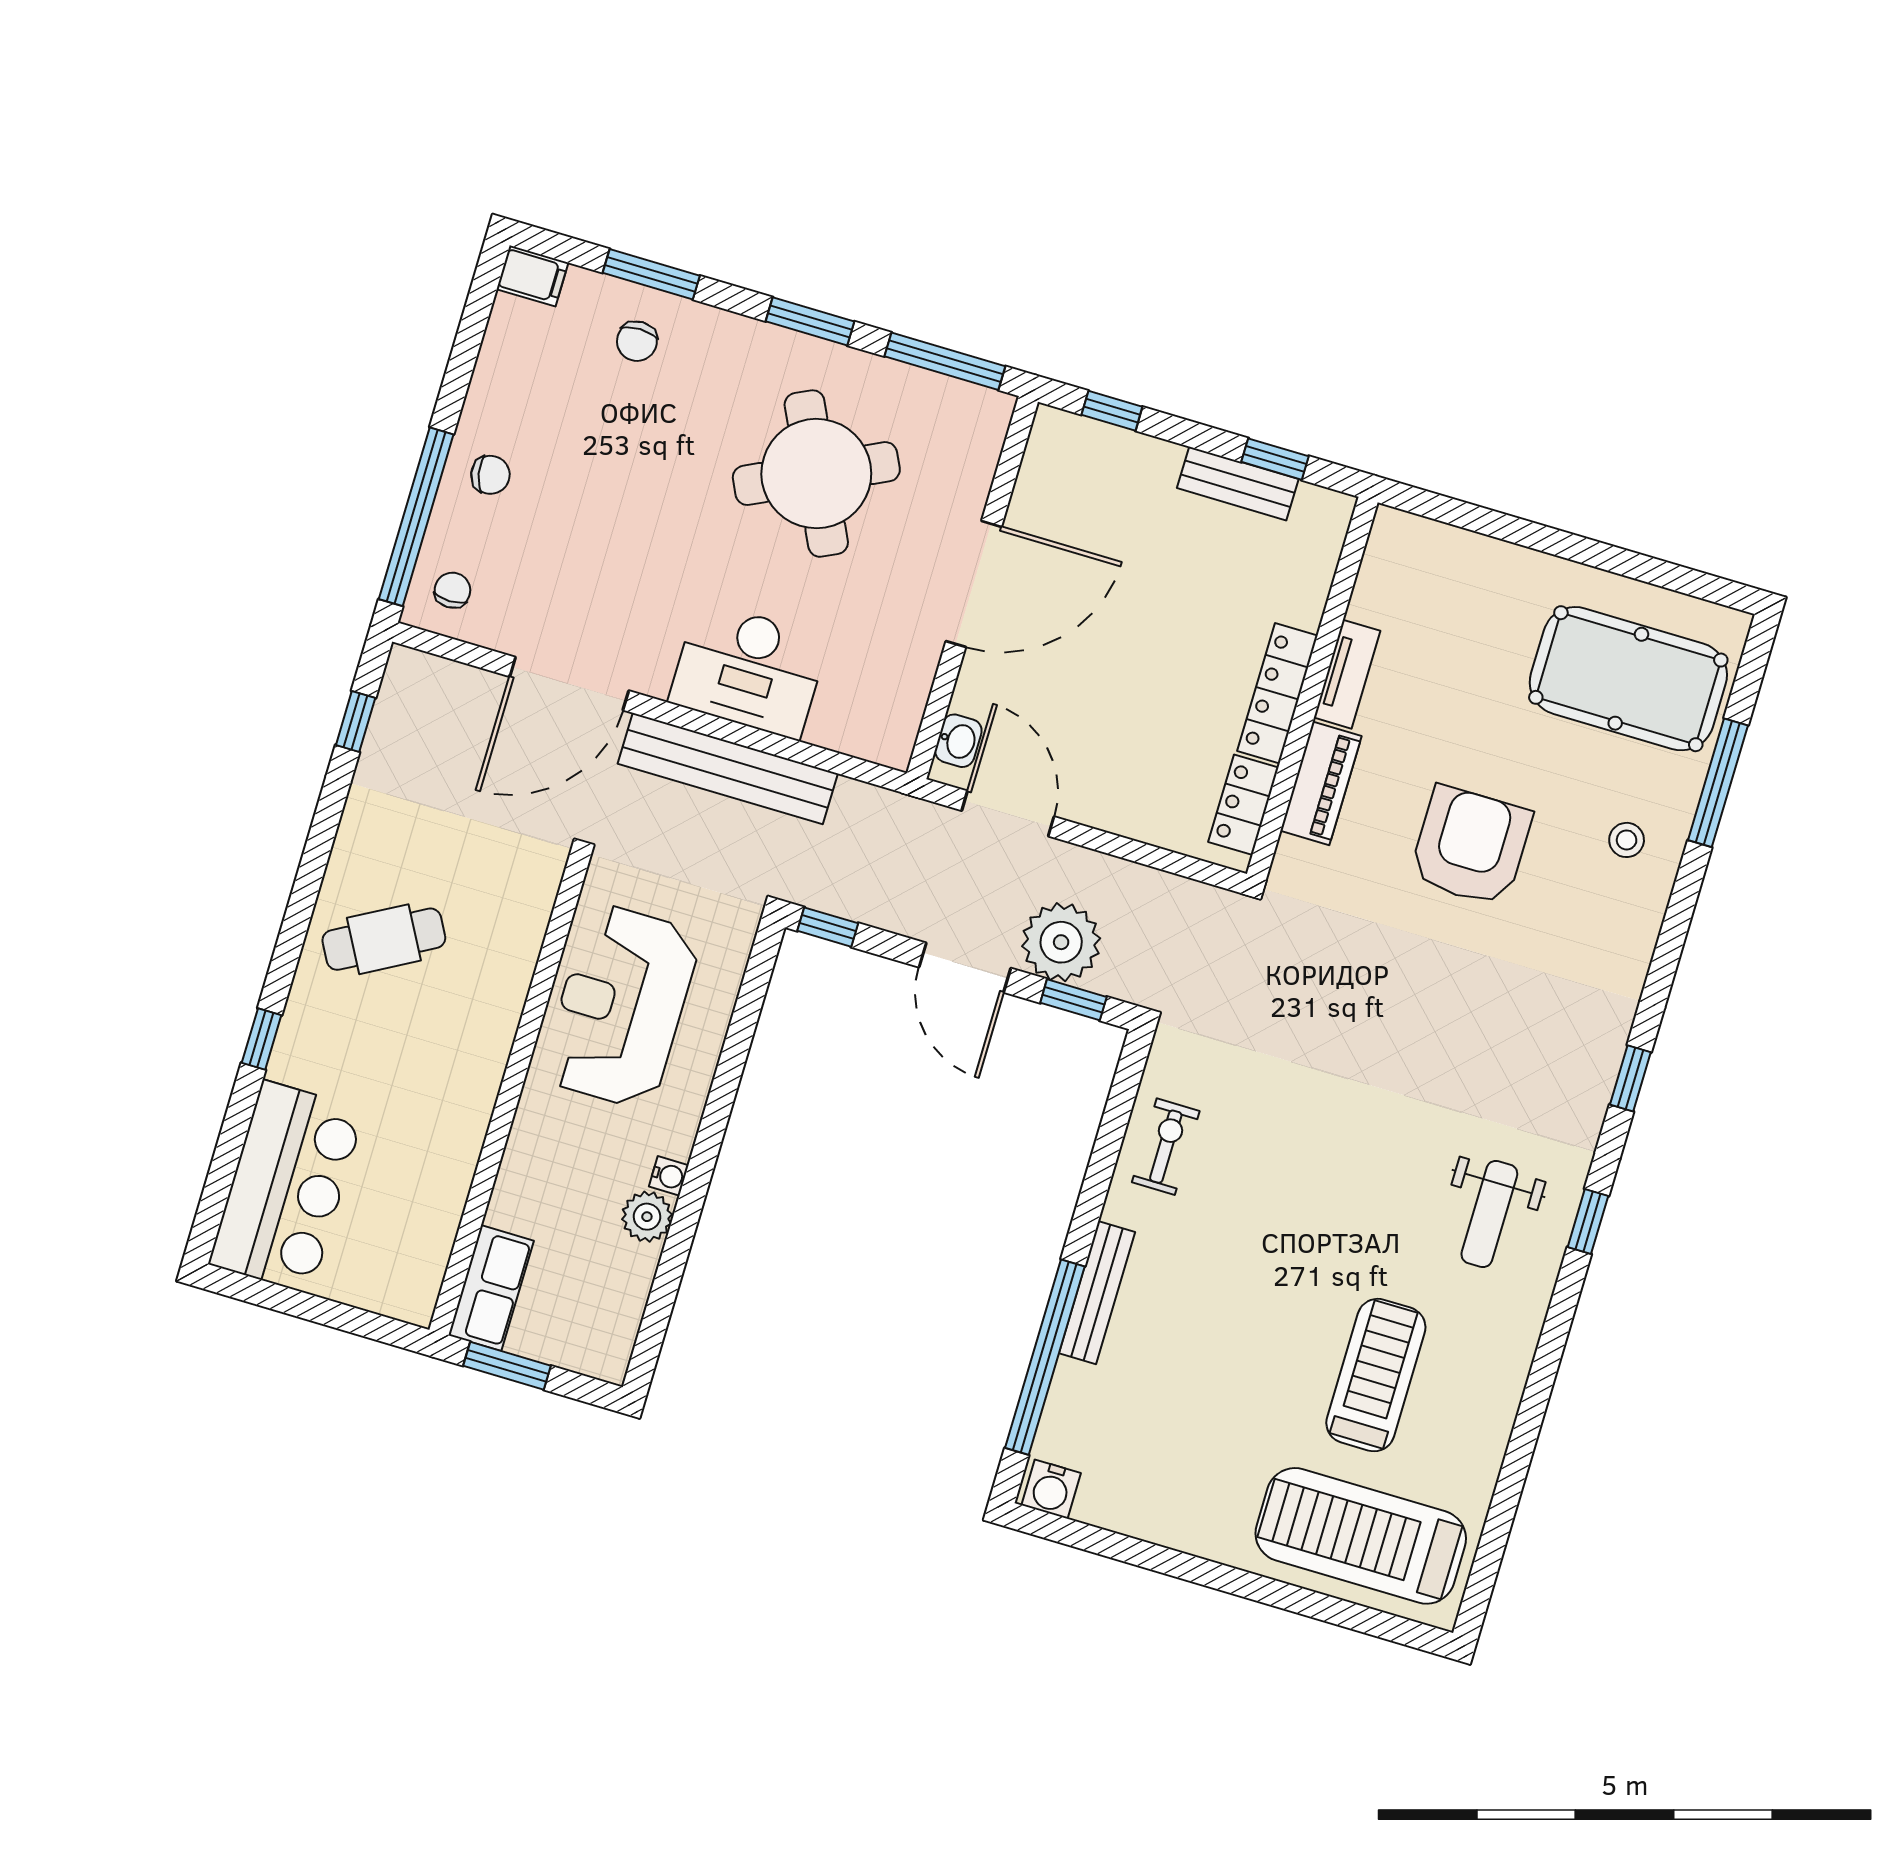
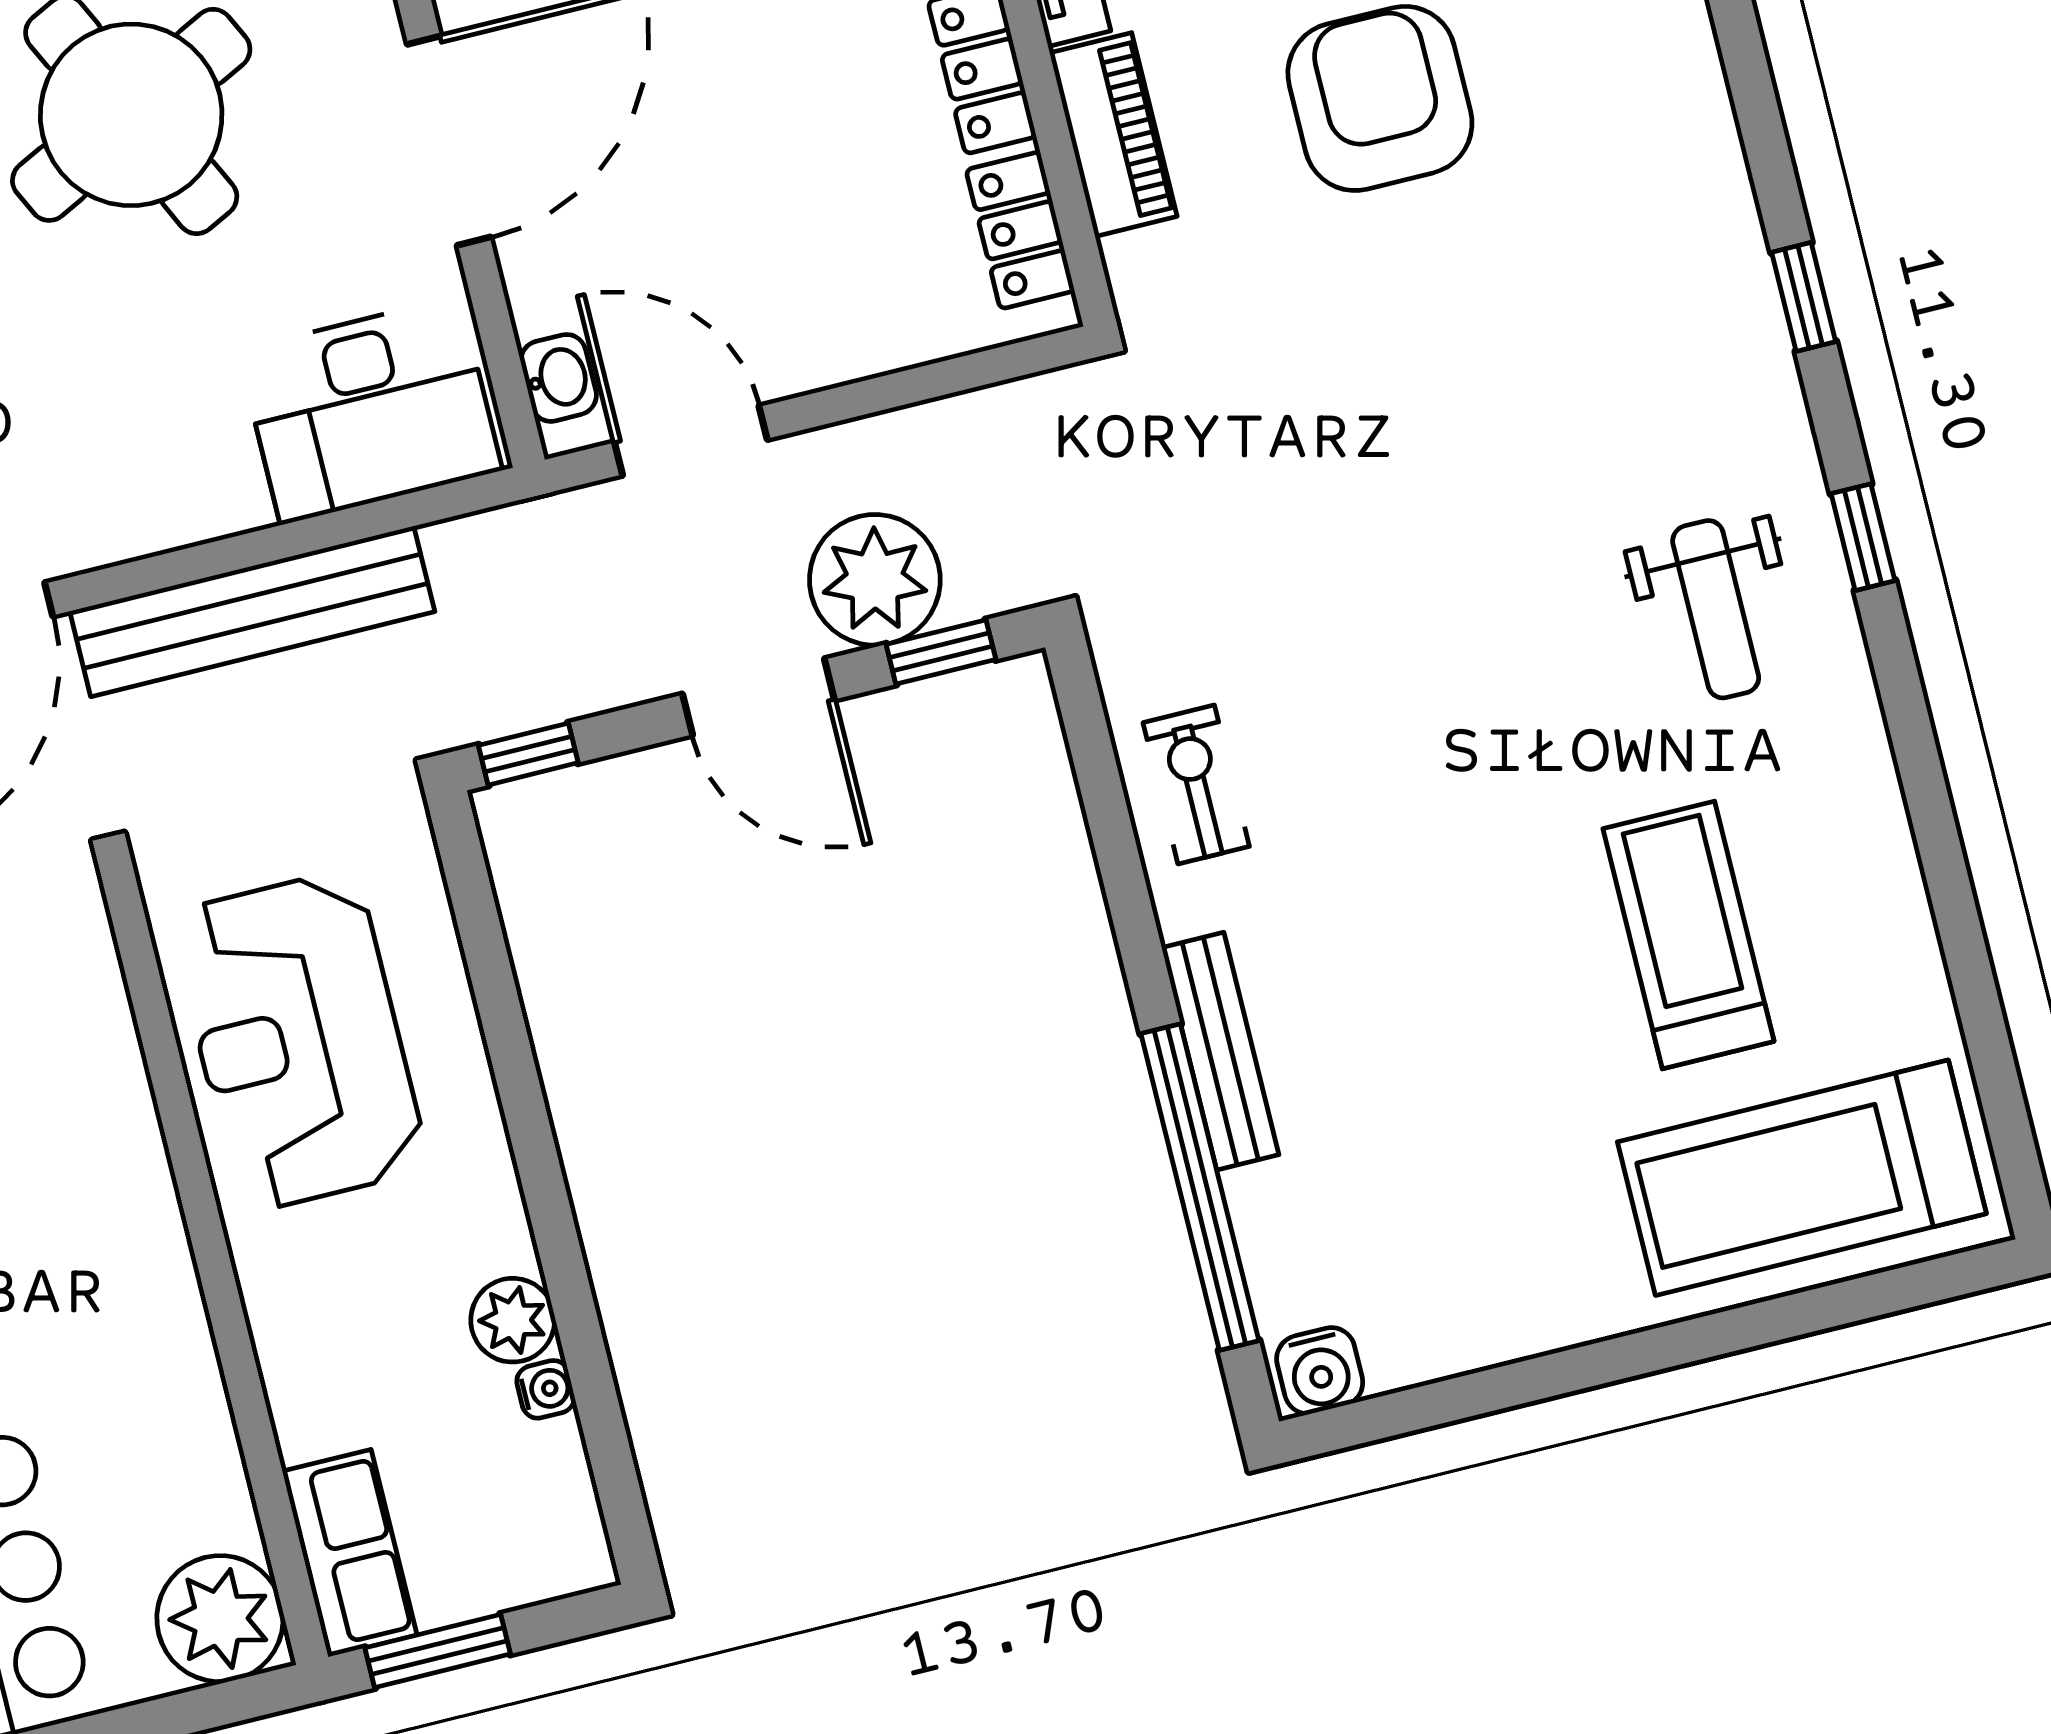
desk: (749, 670) -> (370, 410), moved
water cooler: (669, 1176) -> (546, 1389), moved
plant: (404, 1283) -> (220, 1619), added

